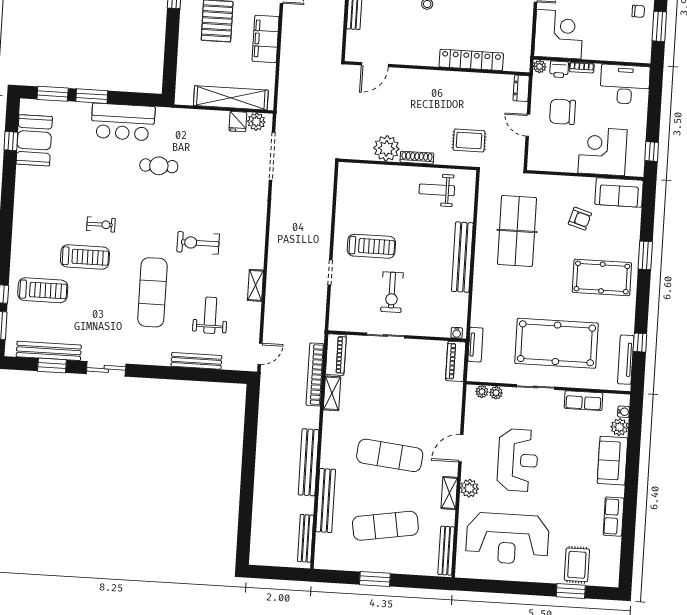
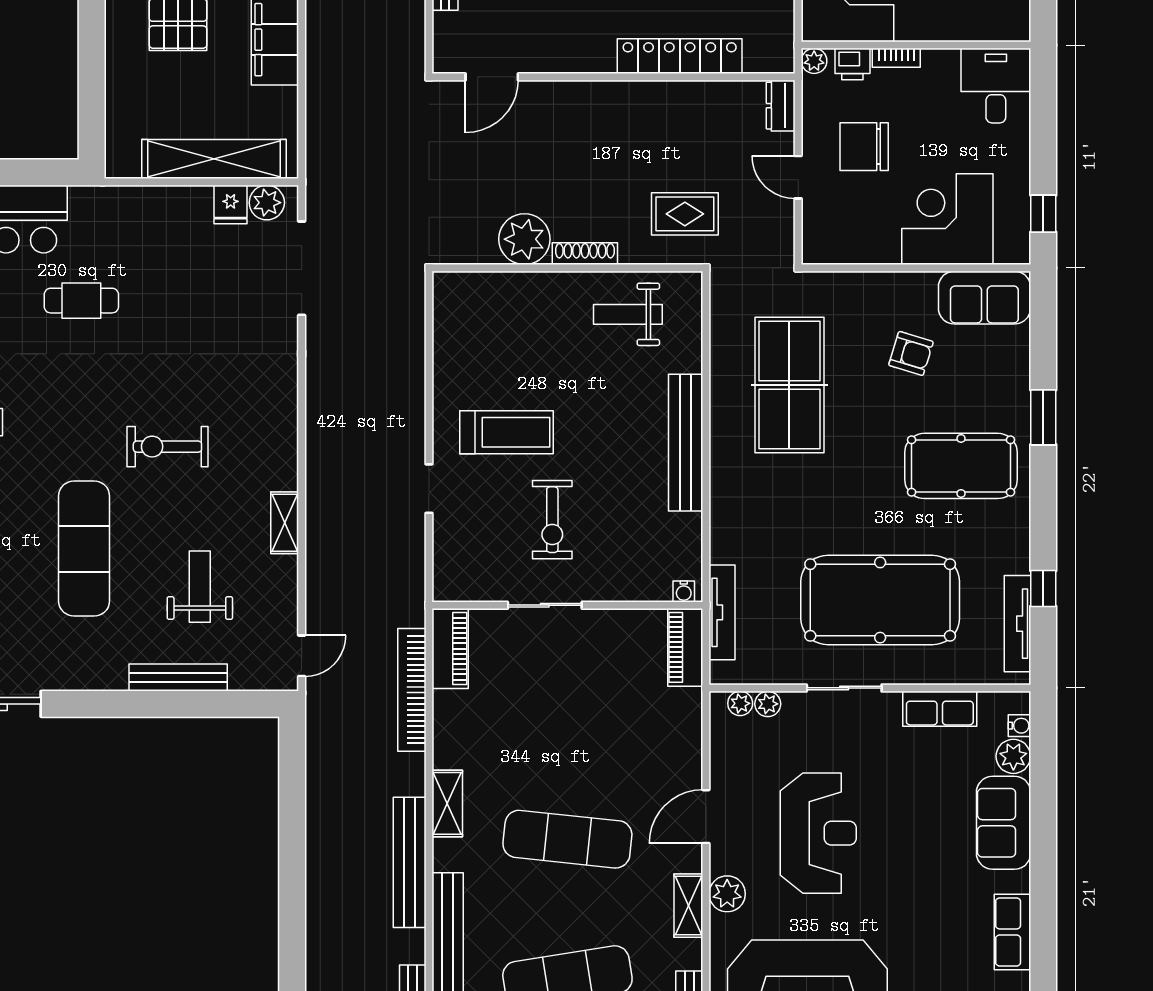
desk: (625, 84) -> (996, 86), width x0.73
tv unit: (475, 345) -> (722, 612), width x1.41
shelving: (332, 393) -> (447, 803), moved

